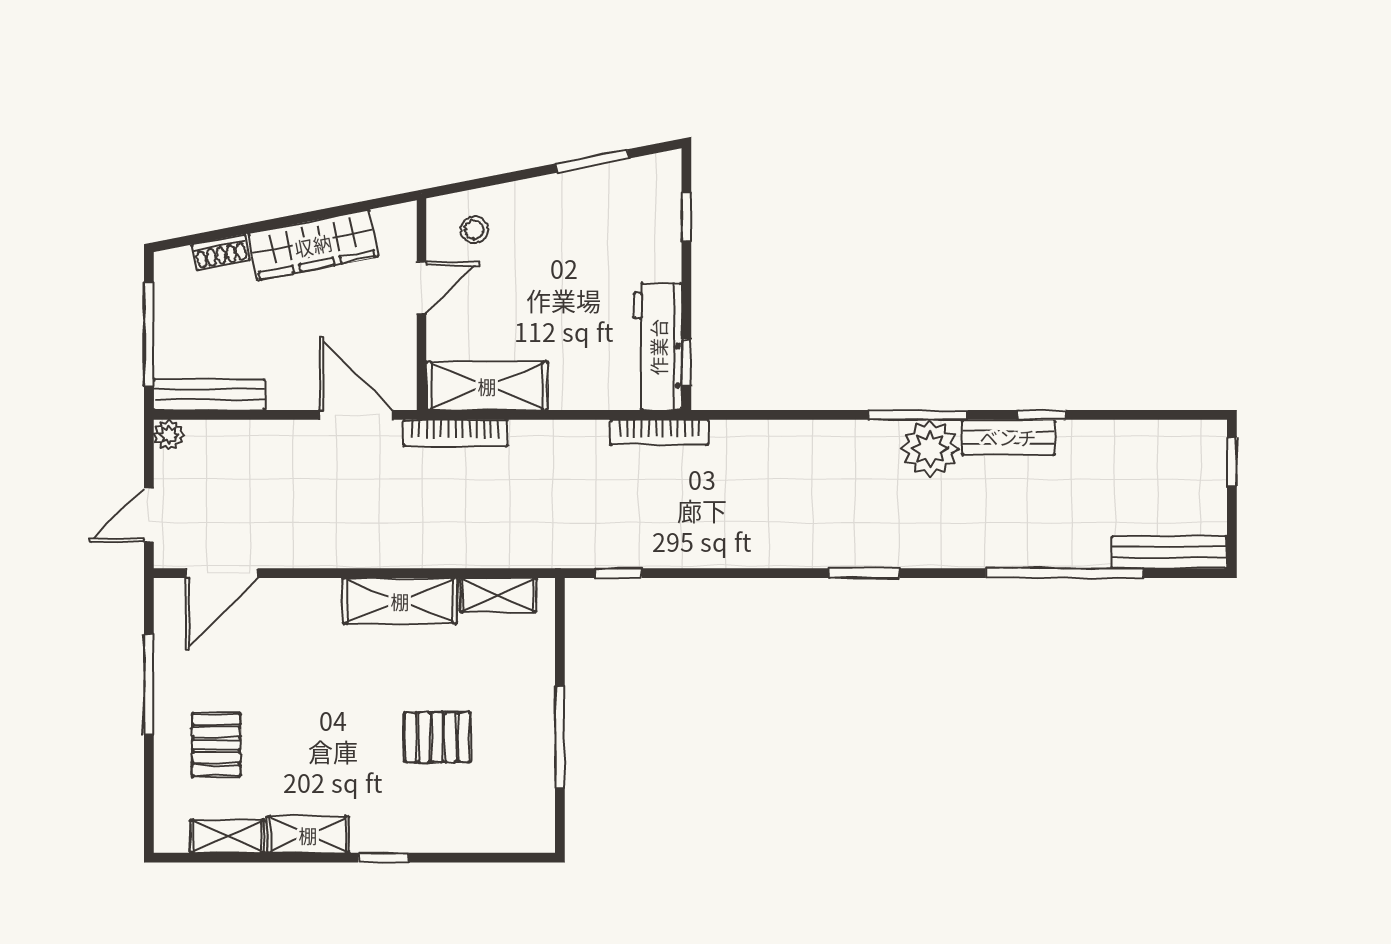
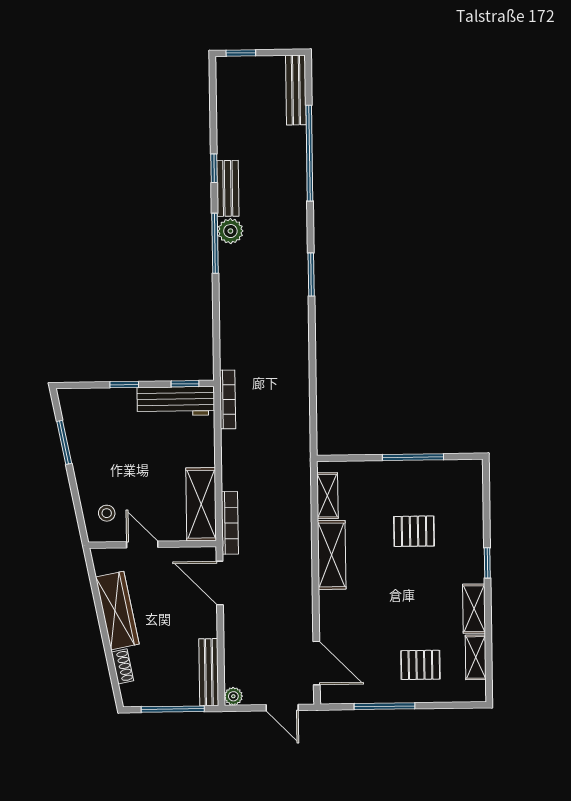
window: (686, 217) -> (124, 385), moved
door: (356, 415) -> (220, 583), hinge flipped
plant: (930, 448) -> (230, 231), width x0.73, depth x0.73
window: (618, 573) -> (313, 423), removed
pallet: (437, 737) -> (414, 531), turned 90

